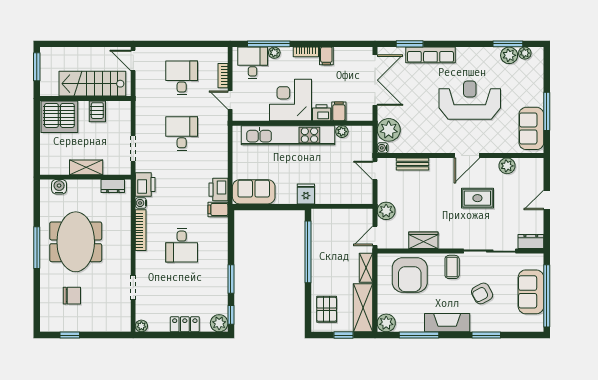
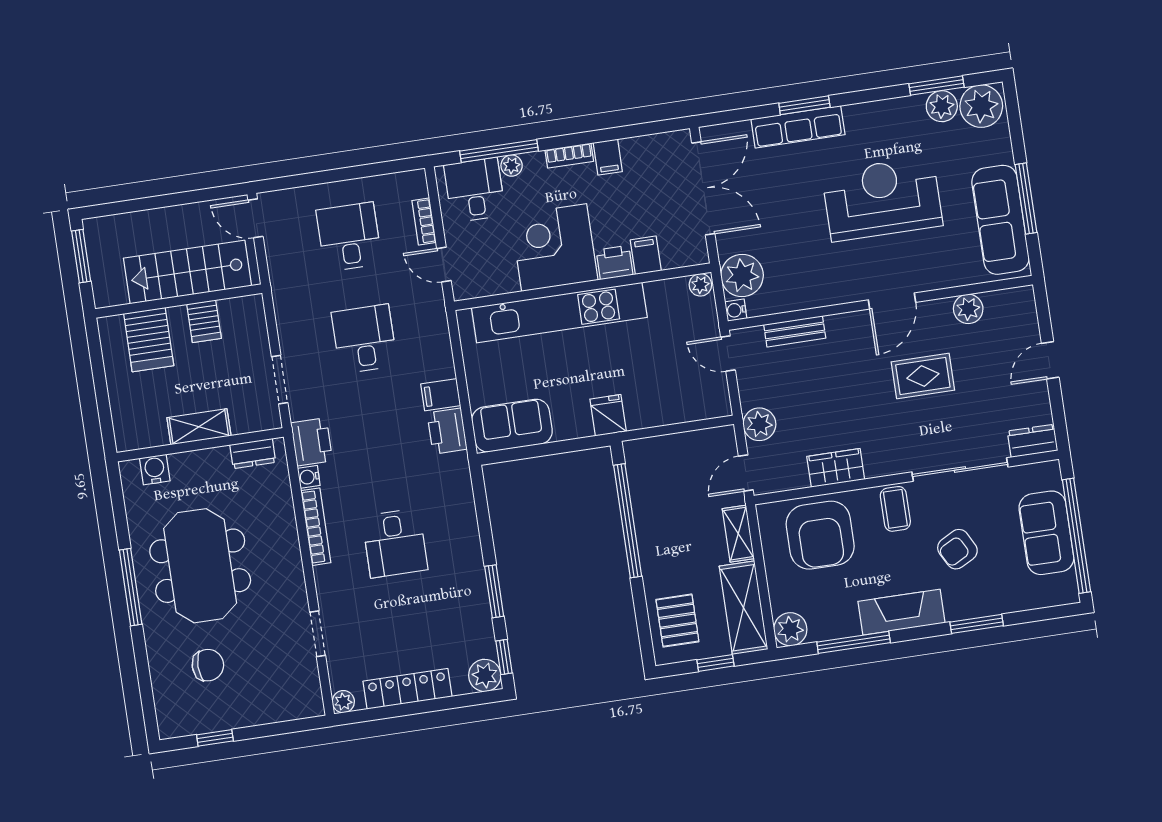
window: (410, 44) -> (804, 105), moved
plant: (525, 53) -> (981, 106), width x1.88, depth x1.88
server rack: (59, 117) -> (149, 340), width x0.62
sofa: (531, 128) -> (1000, 220), width x1.36
plant: (342, 132) -> (700, 285), moved
filing cabinet: (218, 209) -> (441, 395), moved
locker: (185, 324) -> (408, 689), width x1.53

